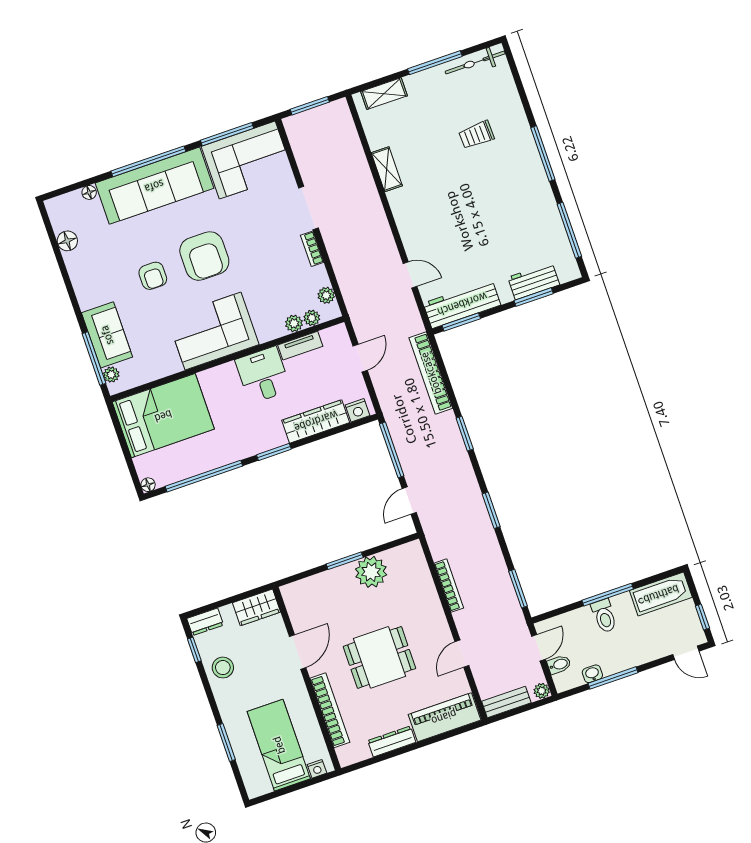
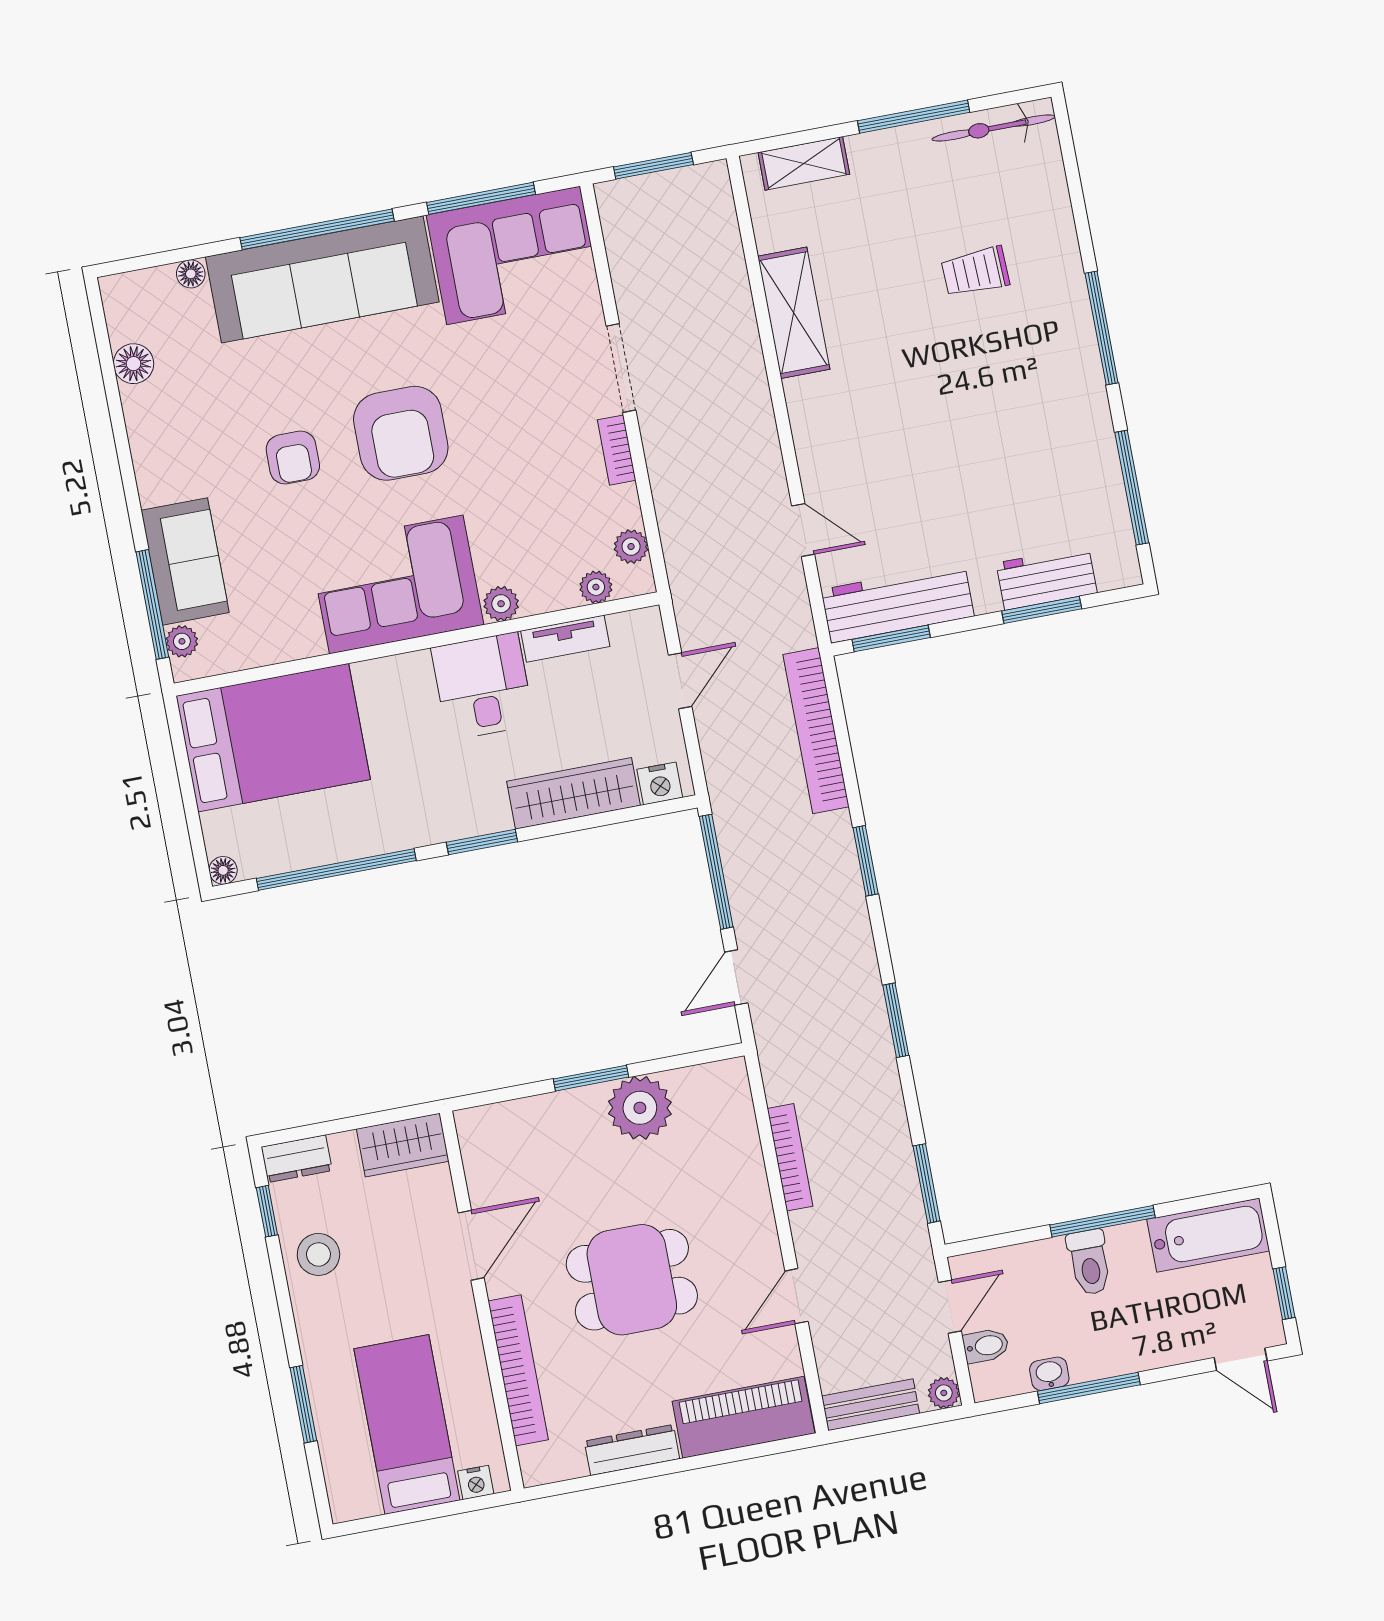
shelving: (387, 169) -> (794, 313), width x1.50, depth x1.33
plant: (294, 323) -> (501, 604), moved

